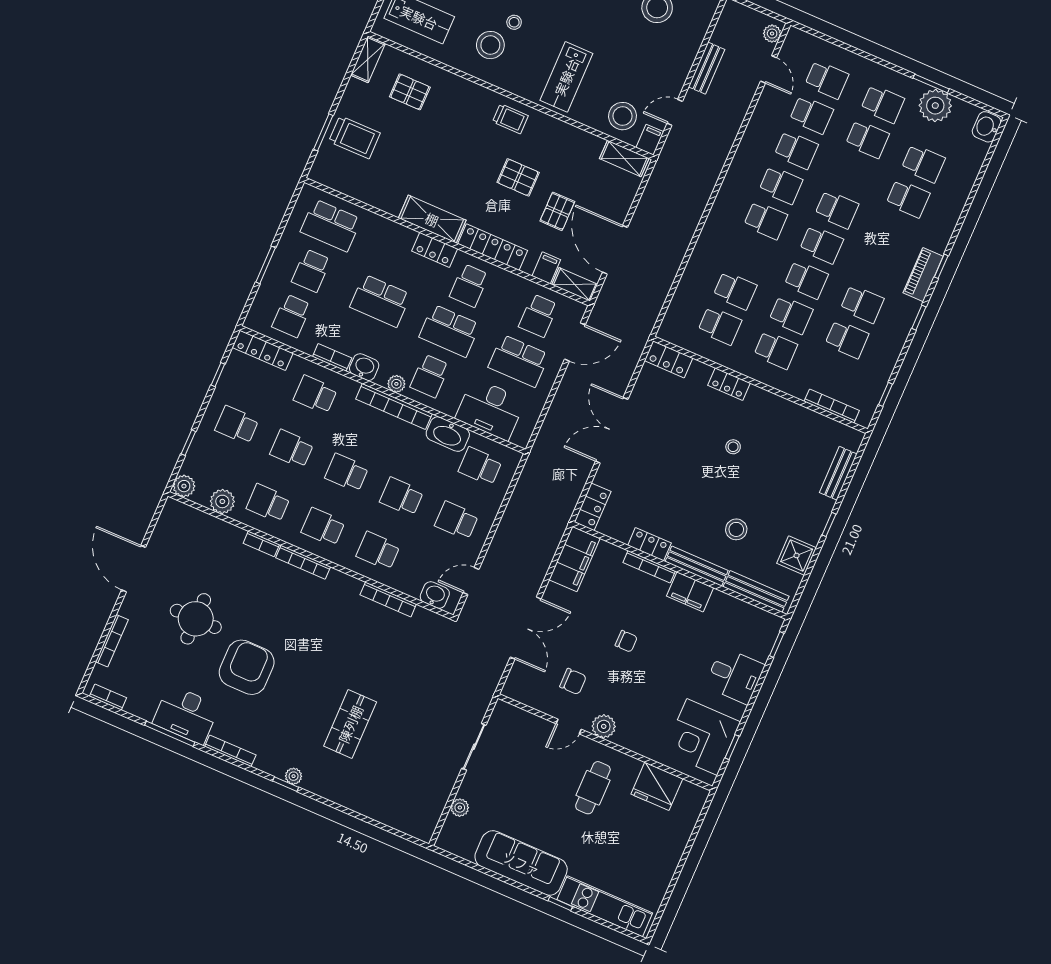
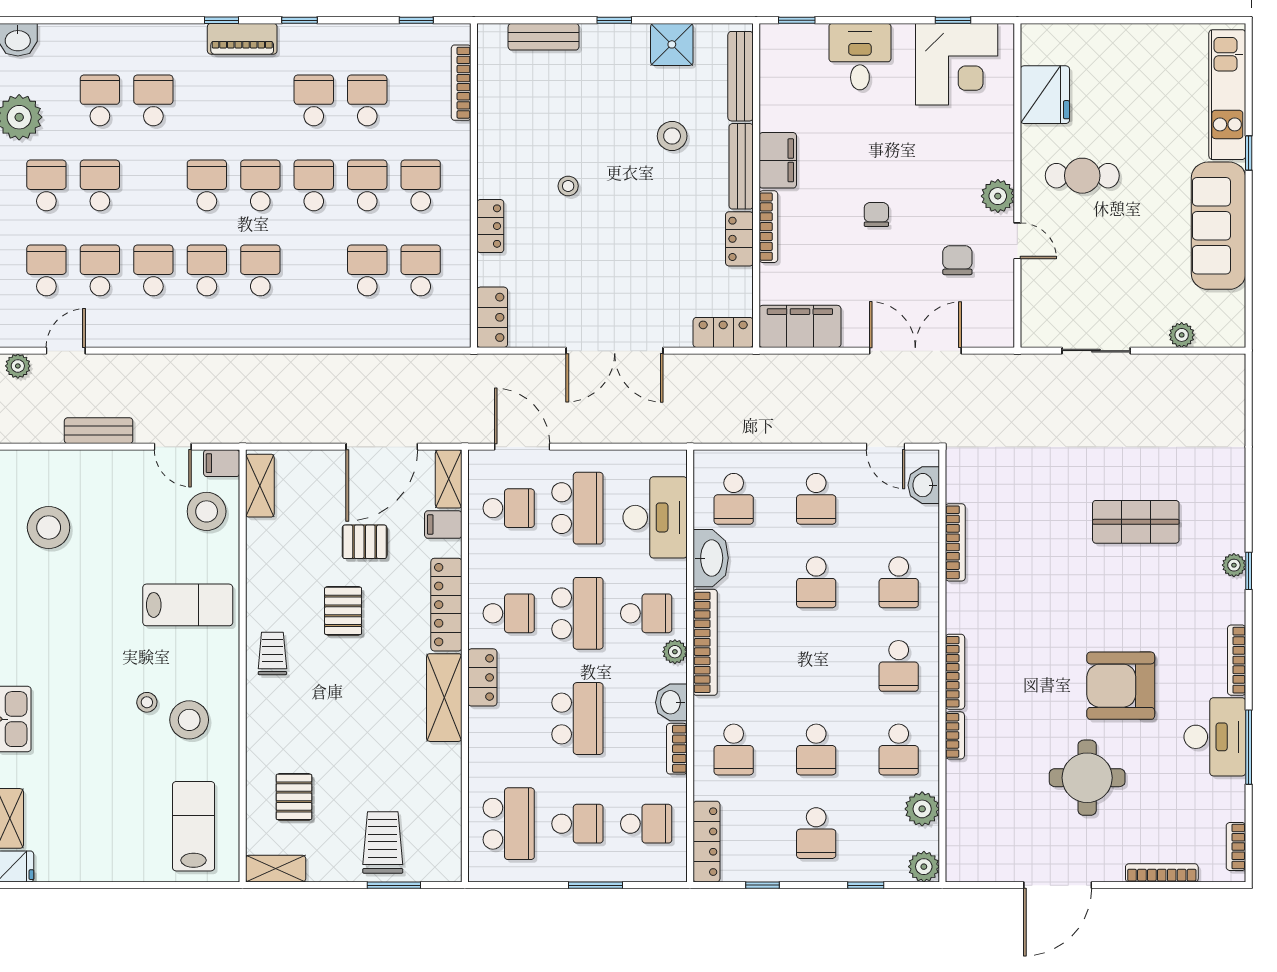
school desk: (347, 473) -> (816, 666), removed

